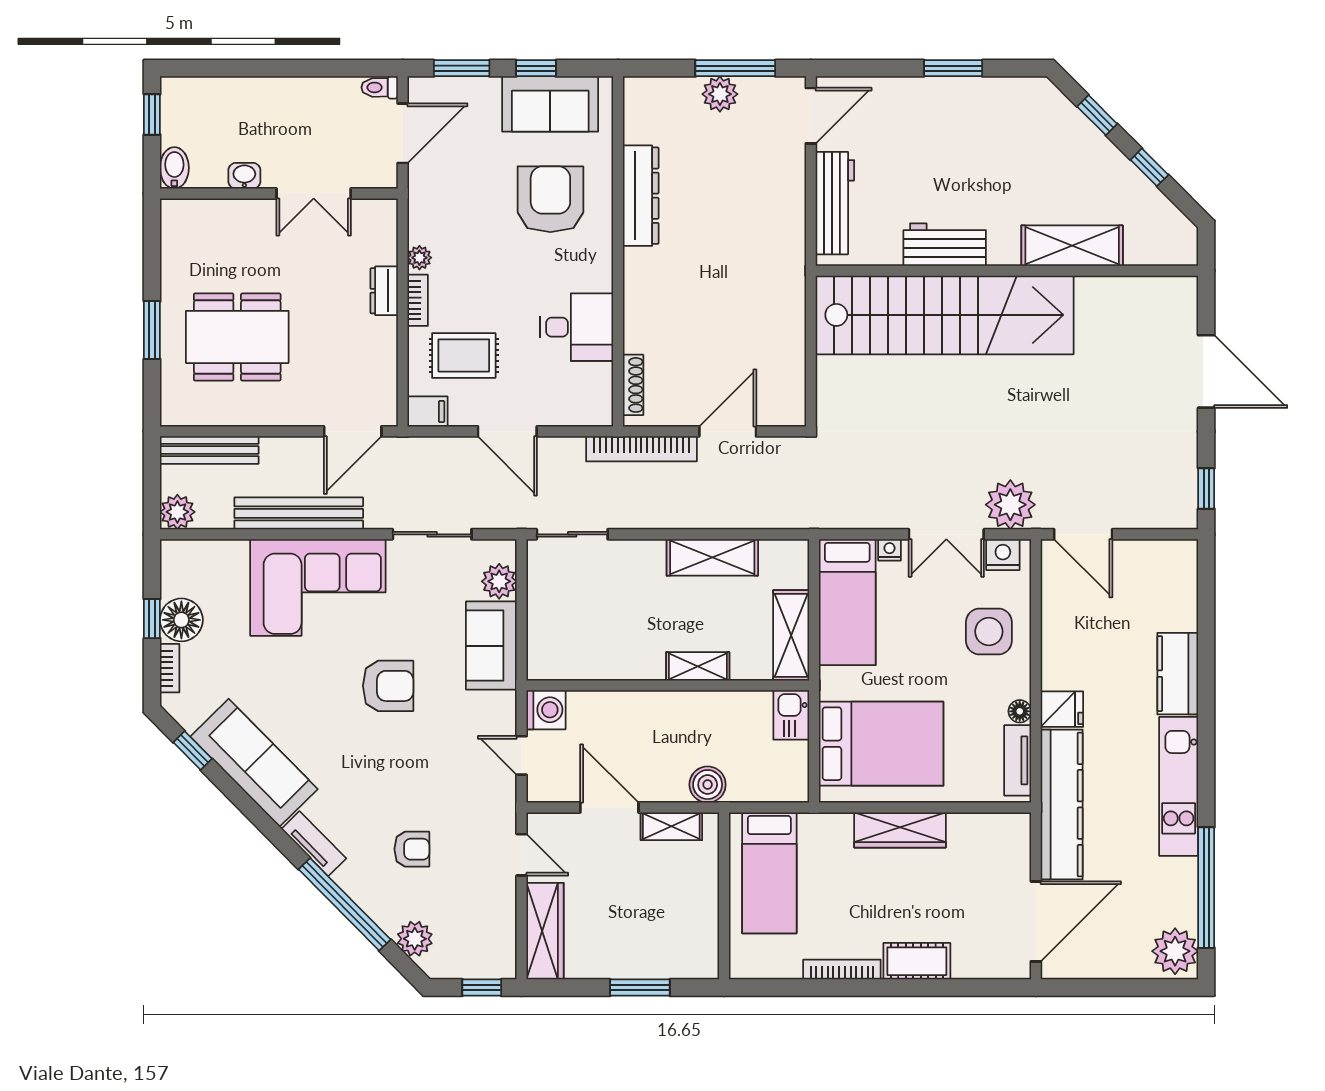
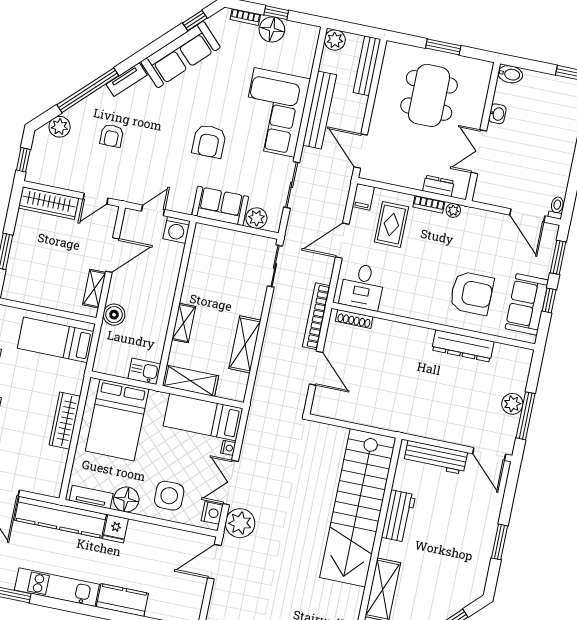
bidet: (174, 168) -> (510, 74), moved
washbasin: (244, 176) -> (497, 114), moved
wall: (279, 194) -> (483, 132), moved
double door: (314, 194) -> (479, 152), moved
desk: (577, 327) -> (362, 287), moved
floor lamp: (1020, 711) -> (126, 499), width x1.89, depth x1.89

